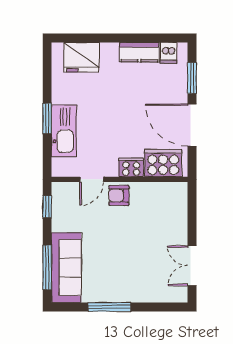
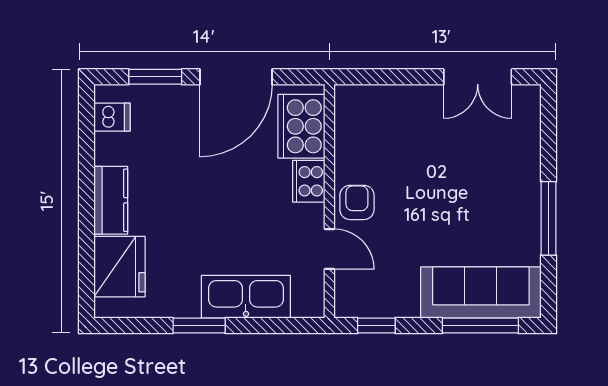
kitchen counter: (139, 52) -> (111, 200), moved
window: (47, 118) -> (199, 326), moved
armchair: (119, 195) -> (357, 202), turned 180

